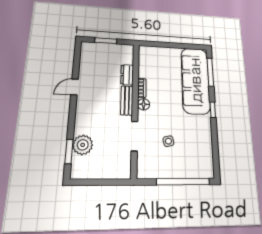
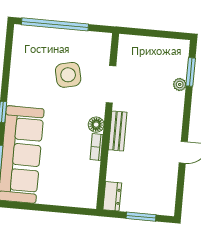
dresser: (127, 75) -> (112, 196), moved
side table: (168, 141) -> (68, 75), width x1.87, depth x1.87
plant: (83, 145) -> (180, 84), width x0.53, depth x0.53

